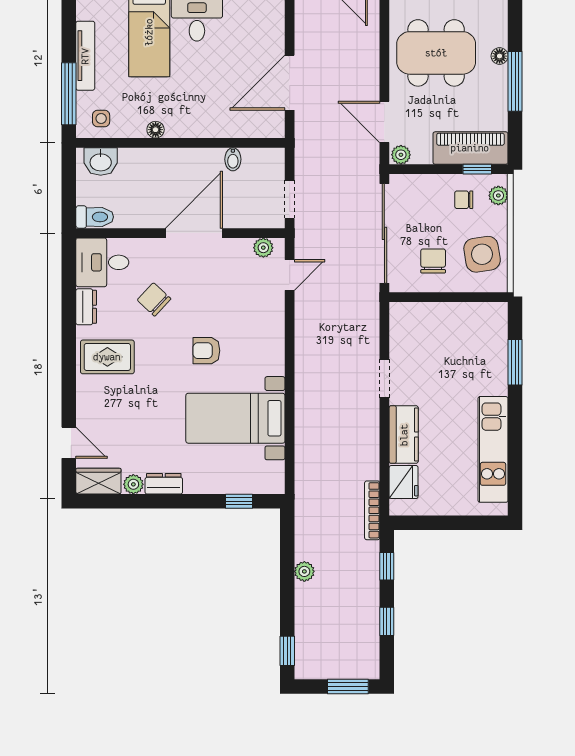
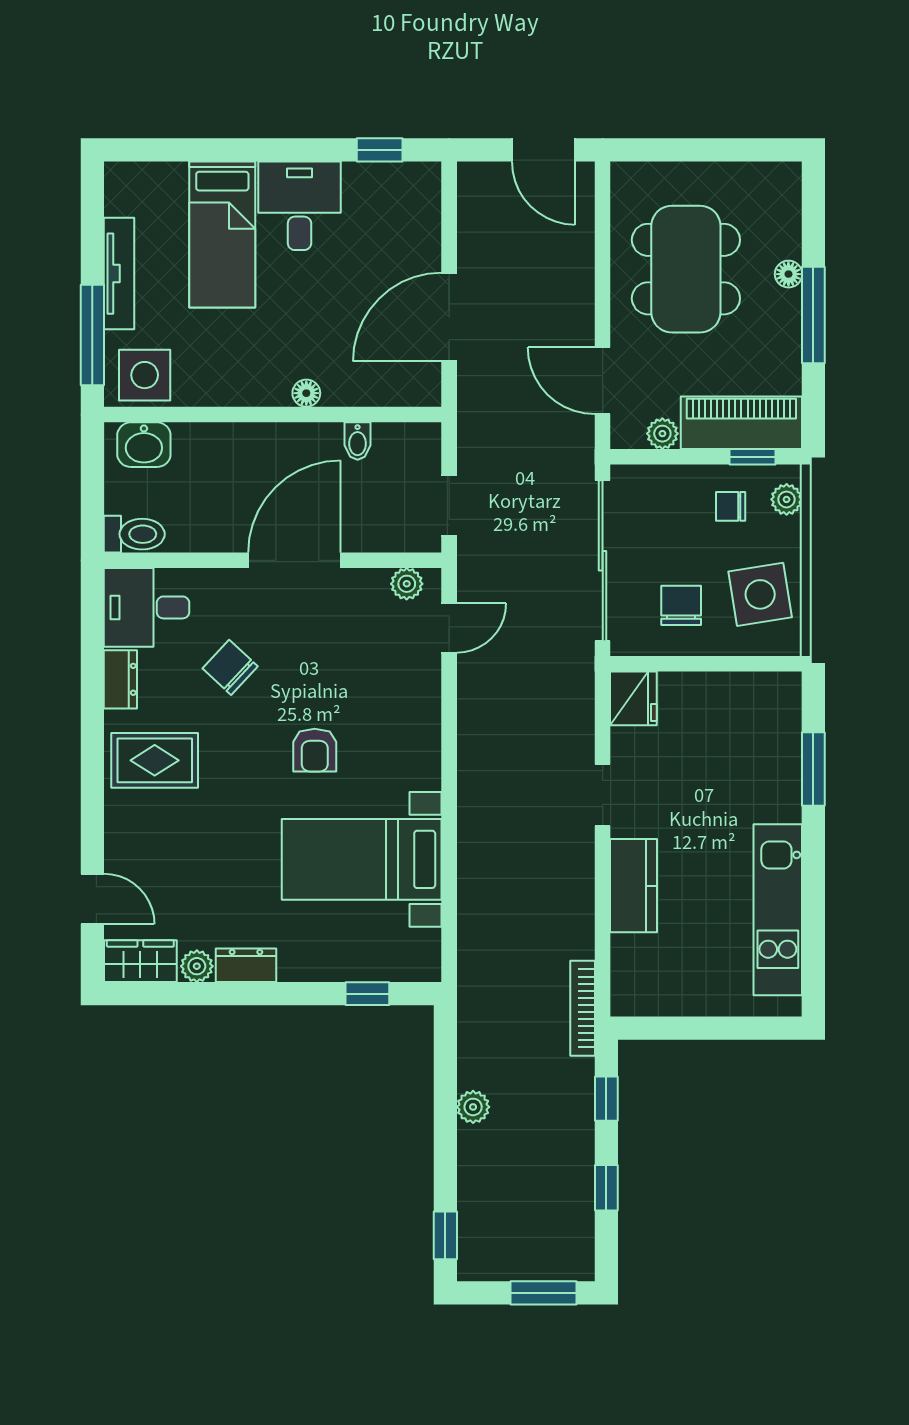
dining table: (436, 53) -> (686, 269), turned 90
side table: (101, 118) -> (145, 375), width x1.87, depth x1.87
floor lamp: (156, 130) -> (306, 393), moved
plant: (401, 155) -> (662, 434), moved
armchair: (206, 351) -> (315, 750), turned -90
fridge: (404, 482) -> (633, 698), moved

